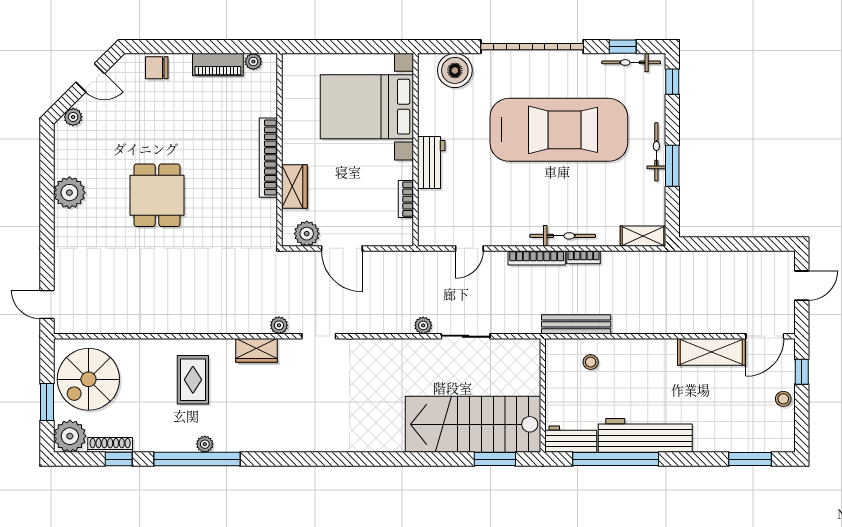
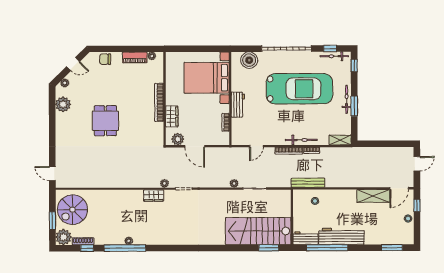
plant: (69, 193) -> (63, 104), moved
rug: (193, 380) -> (123, 210), removed

